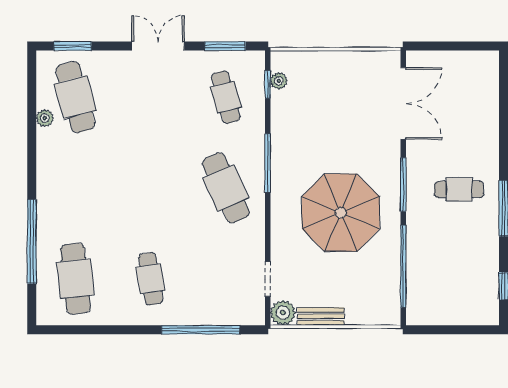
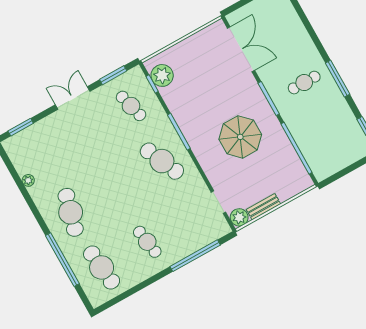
plant: (279, 81) -> (162, 75), width x1.88, depth x1.88
cafe table: (75, 97) -> (71, 212), moved, turned 30
parasol: (341, 213) -> (240, 137), width x0.73, depth x0.73

